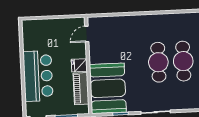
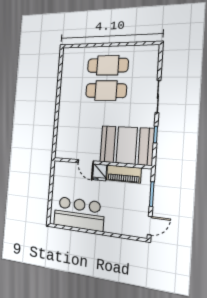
door: (87, 34) -> (86, 162), moved
bar counter: (38, 76) -> (79, 214), moved

